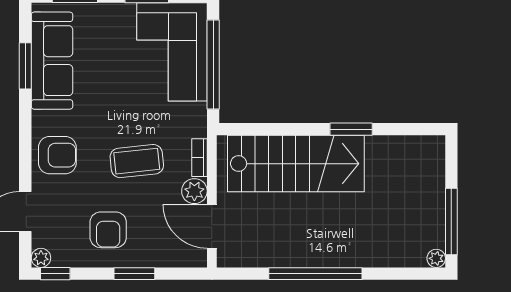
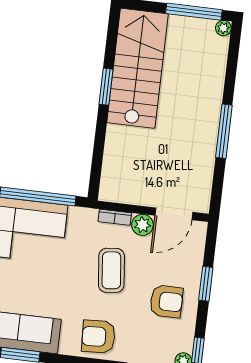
armchair: (57, 155) -> (98, 337), turned -93
stairs: (296, 164) -> (138, 68), moved
window: (315, 274) -> (224, 131), width x0.68

